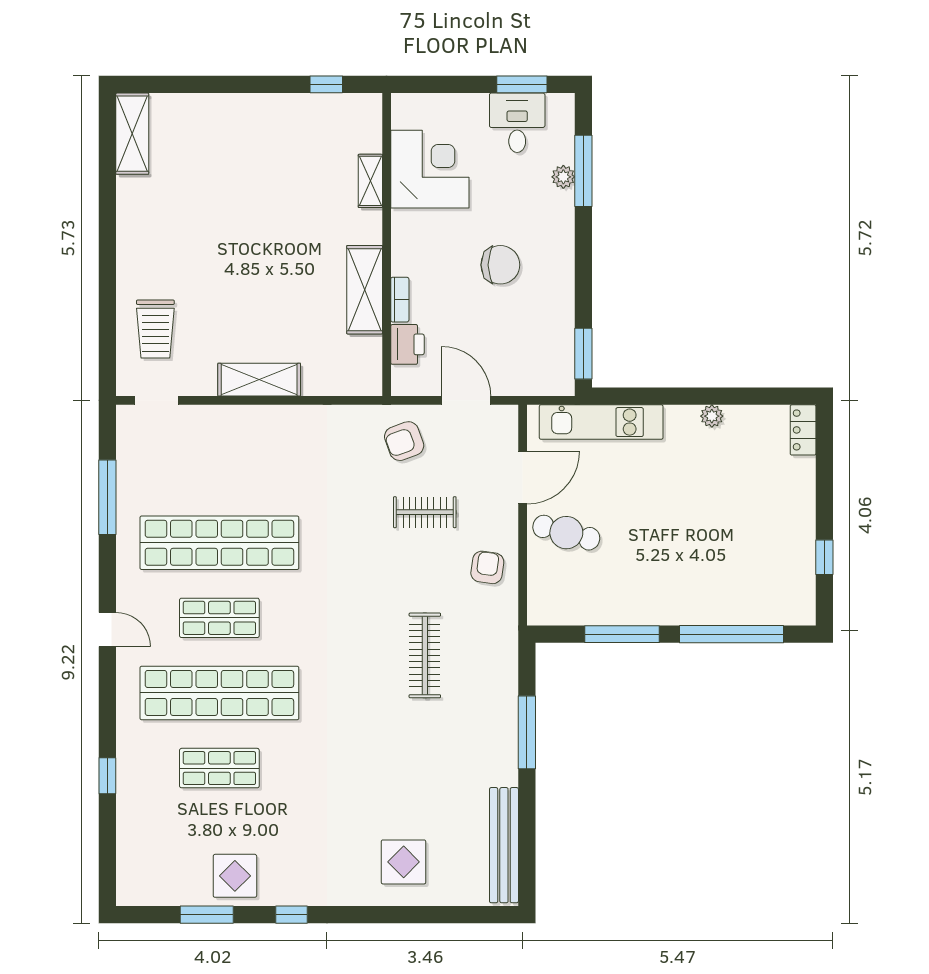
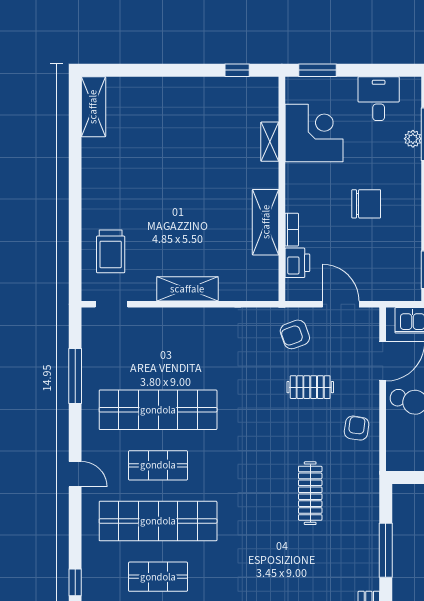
window: (522, 84) -> (318, 70), moved

